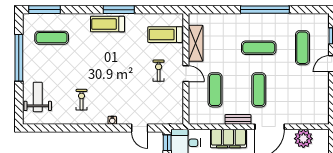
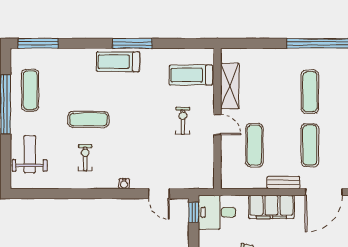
exercise mat: (52, 38) -> (30, 90), moved, turned 90
exercise mat: (259, 48) -> (310, 92), turned 90
exercise mat: (84, 70) -> (88, 119), added

